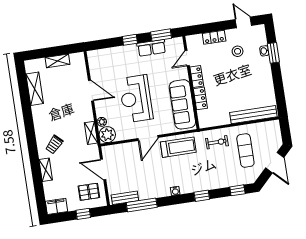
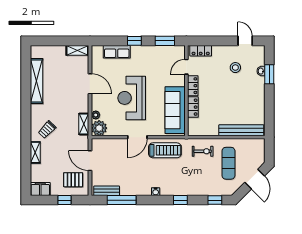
locker: (214, 37) -> (201, 51), moved
row of seats: (151, 48) -> (117, 52), moved
shelving: (58, 61) -> (77, 50), moved
shelving: (35, 89) -> (37, 81), width x1.47

